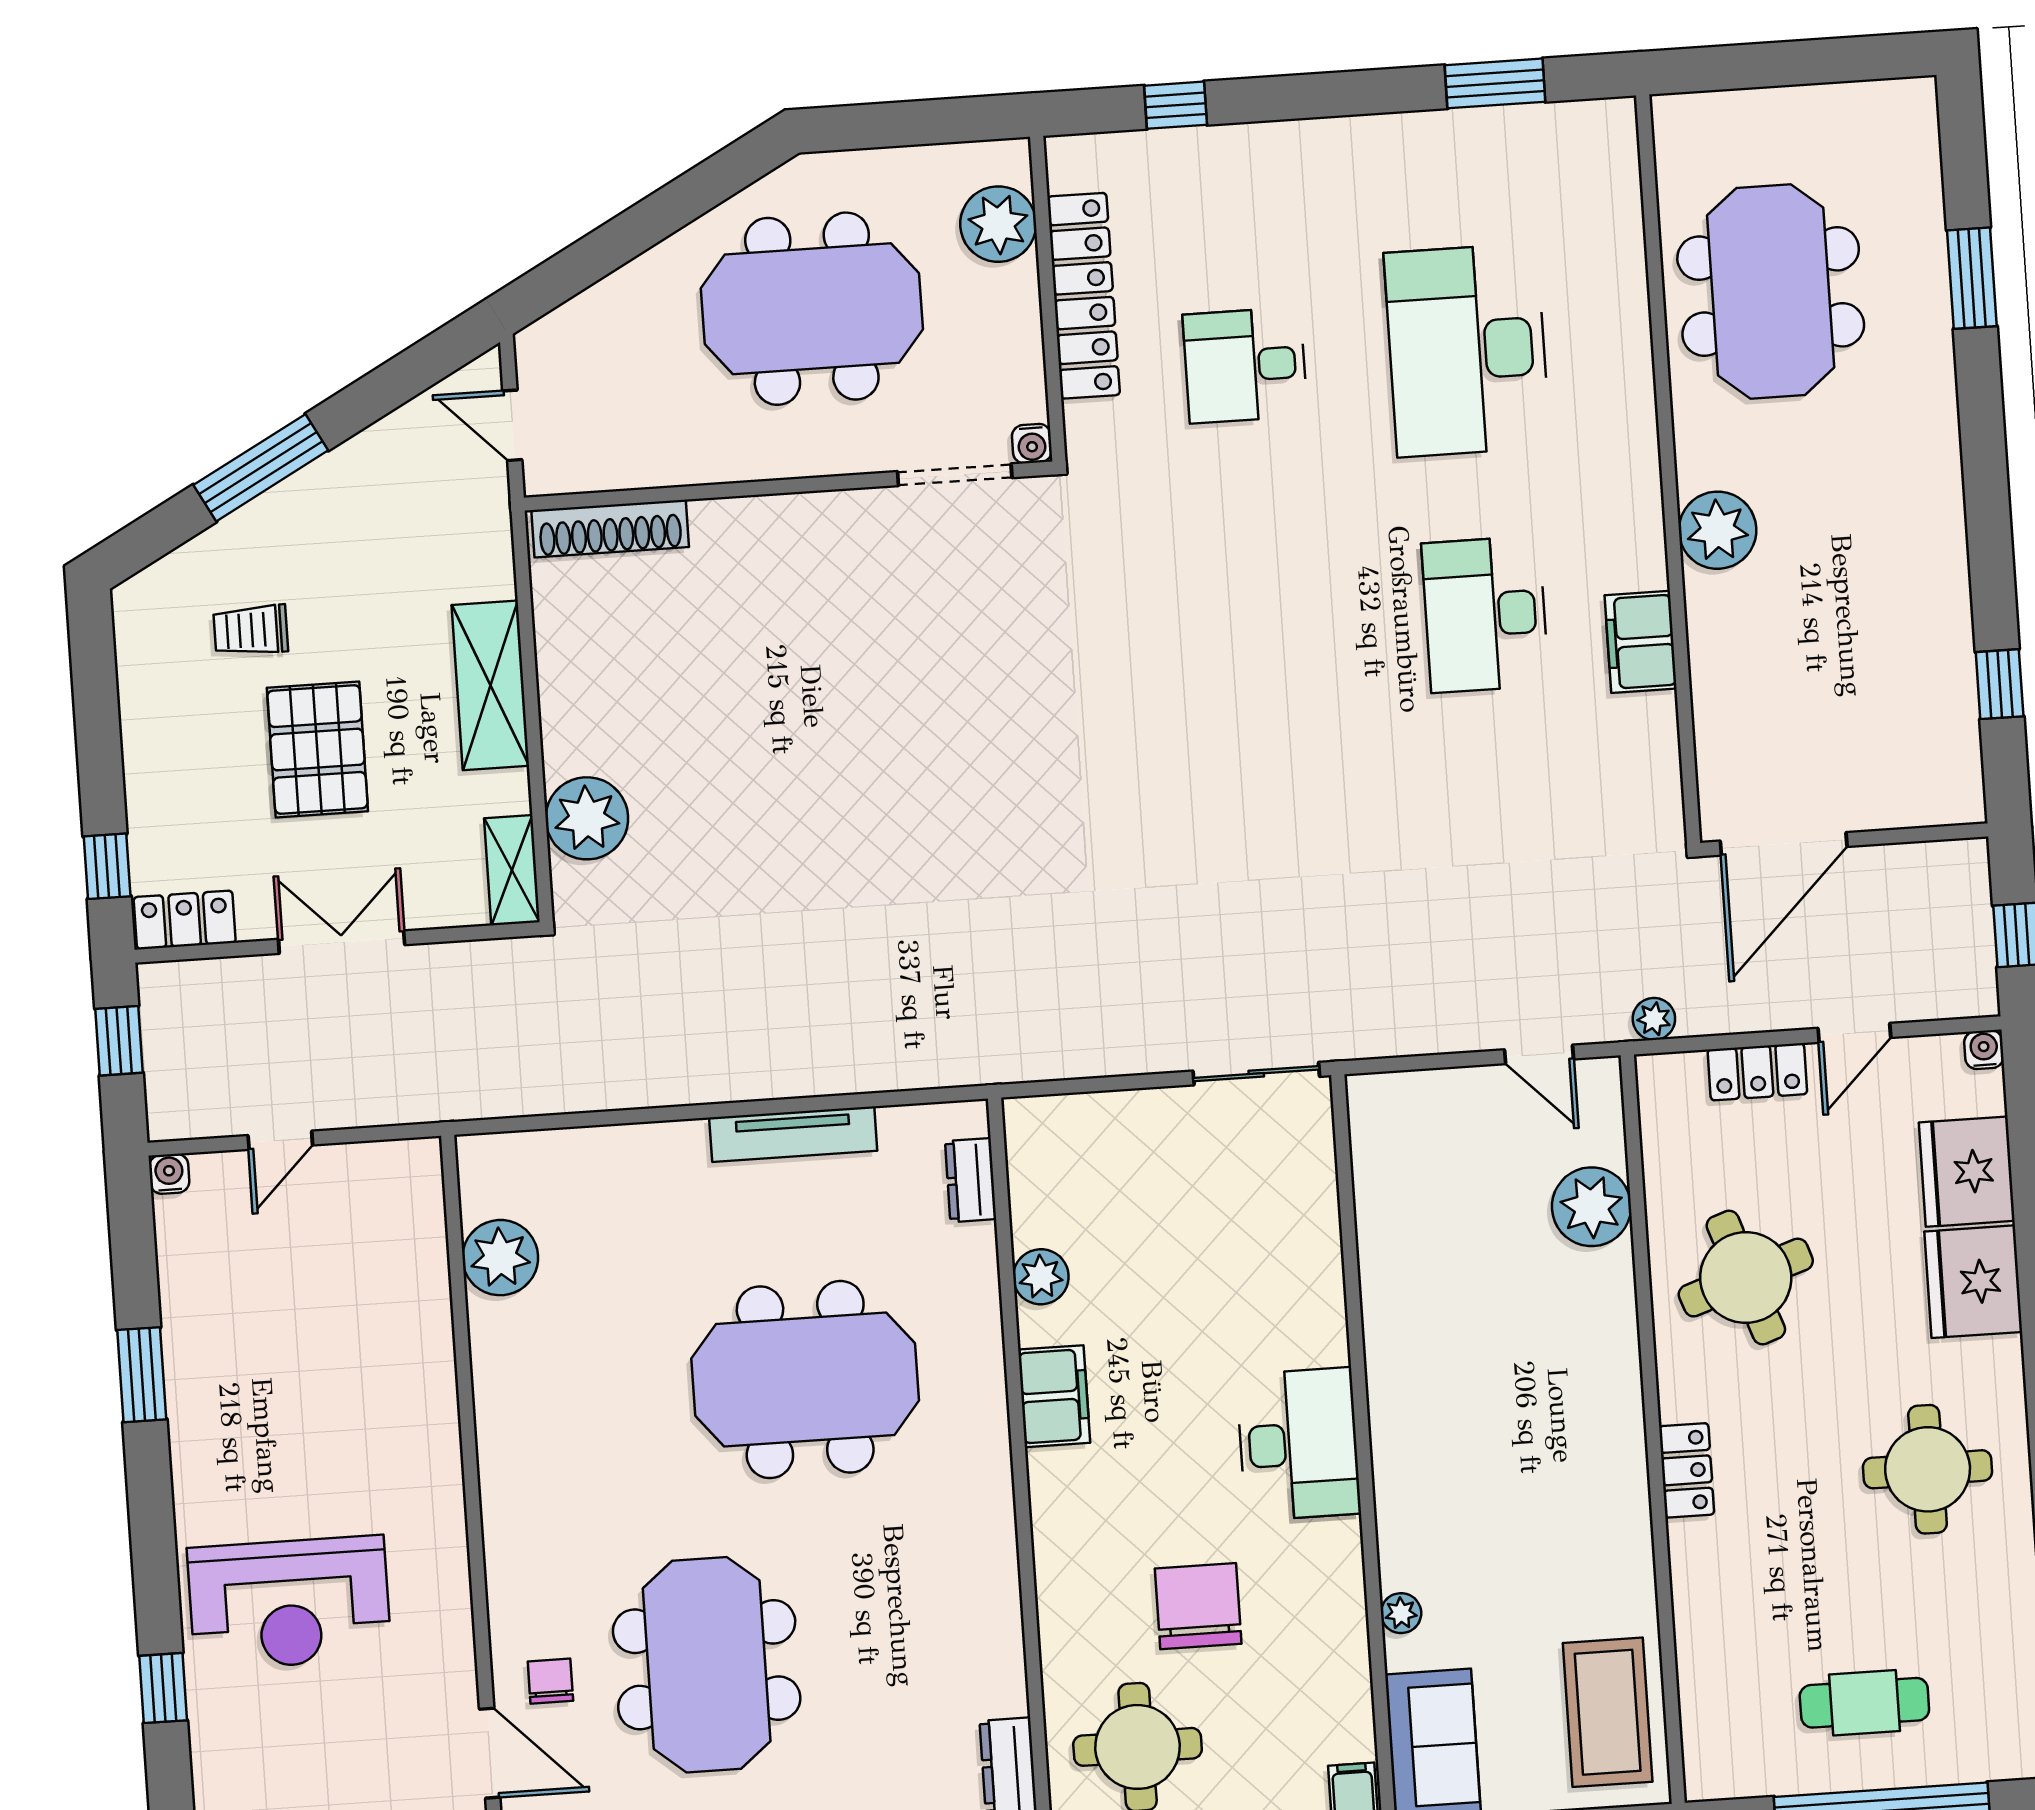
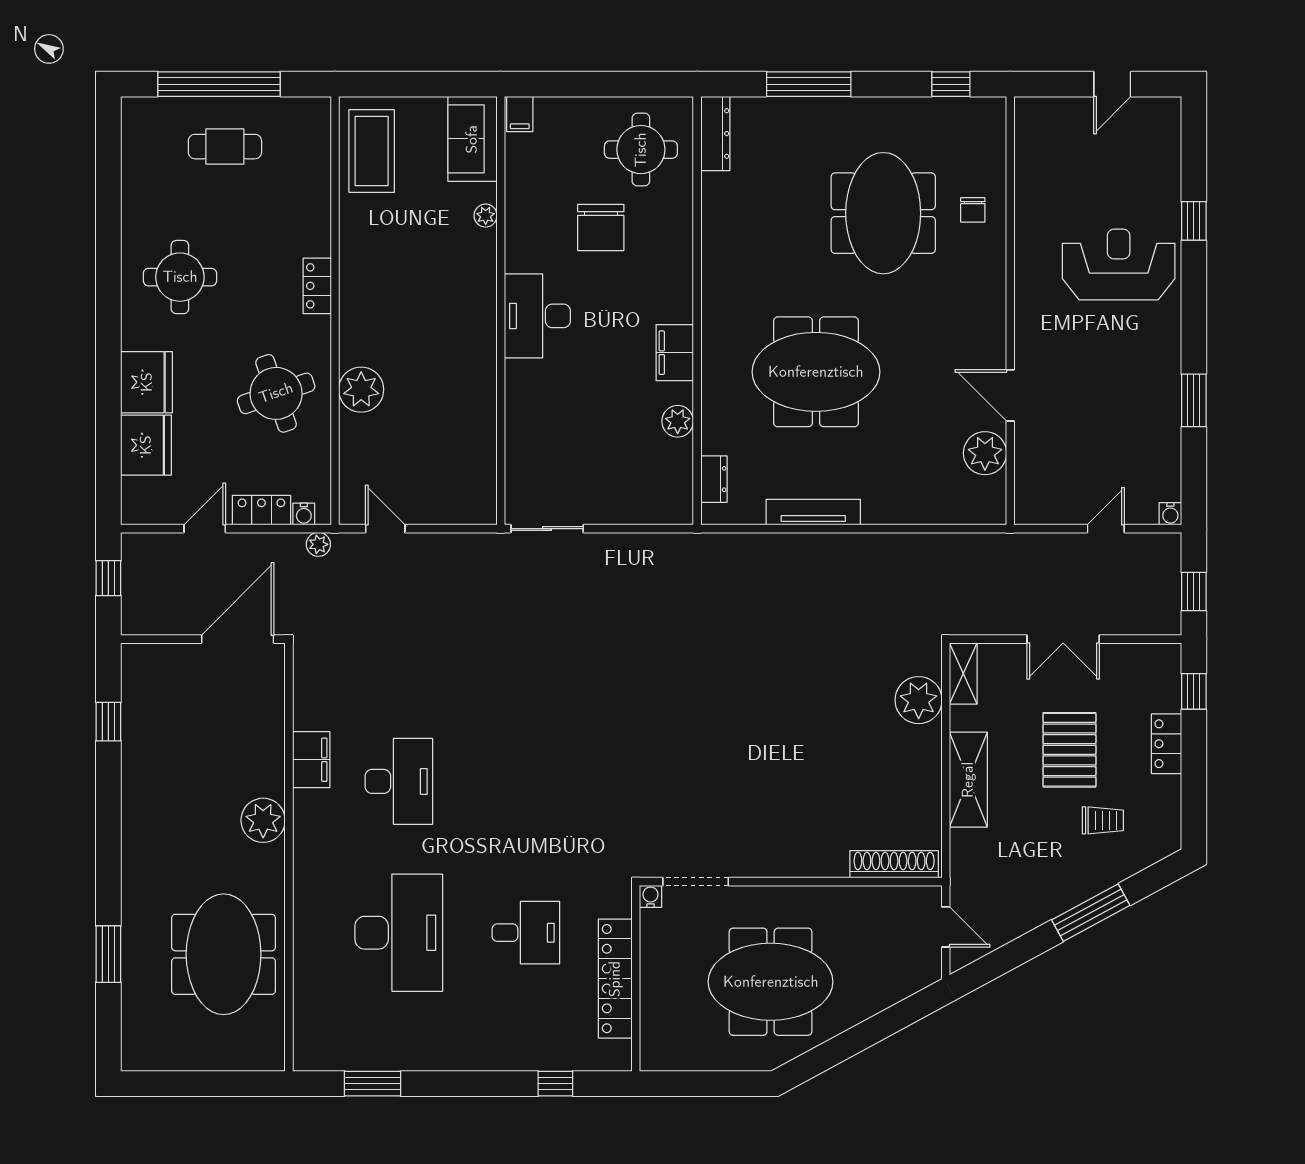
plant: (998, 224) -> (661, 1023), removed
locker: (185, 920) -> (1166, 744), moved, turned 90
water cooler: (1984, 1050) -> (304, 514), moved
plant: (1592, 1207) -> (361, 390), moved
door: (490, 1753) -> (1010, 395), moved

